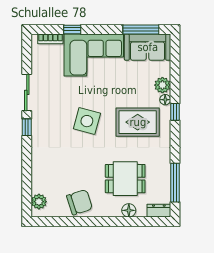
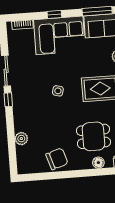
window: (72, 29) -> (54, 14), moved
side table: (87, 121) -> (58, 91), width x0.54, depth x0.54
plant: (39, 202) -> (21, 139), moved

